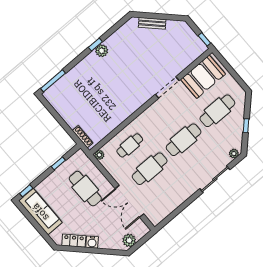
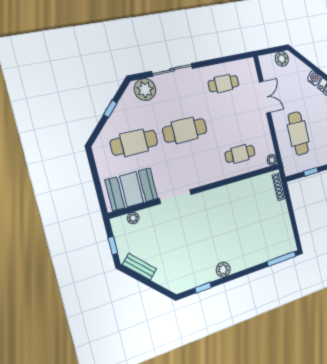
bench: (152, 23) -> (140, 267), moved
window: (204, 39) -> (113, 246), moved
window: (95, 45) -> (203, 288), moved
plant: (192, 57) -> (133, 218), added
plant: (234, 154) -> (145, 90), width x1.88, depth x1.88
cafe table: (150, 169) -> (224, 84), moved, width x0.73, depth x0.74
double door: (129, 201) -> (265, 97), width x0.73

